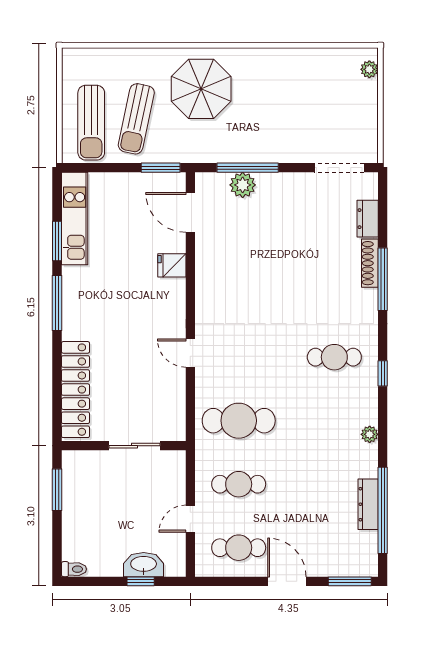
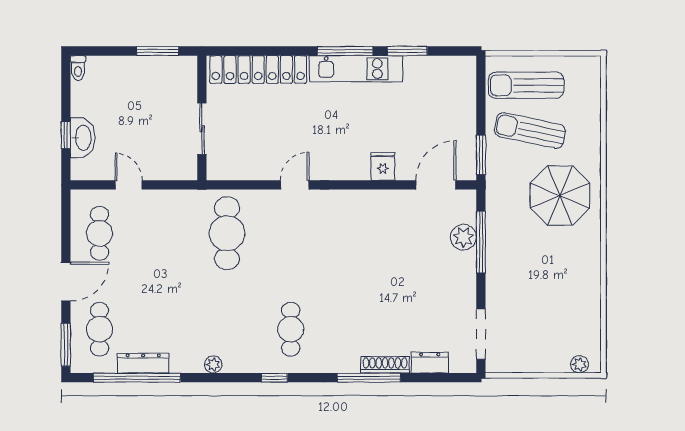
kitchen unit: (75, 218) -> (356, 69), moved
cafe table: (239, 484) -> (100, 329), moved

